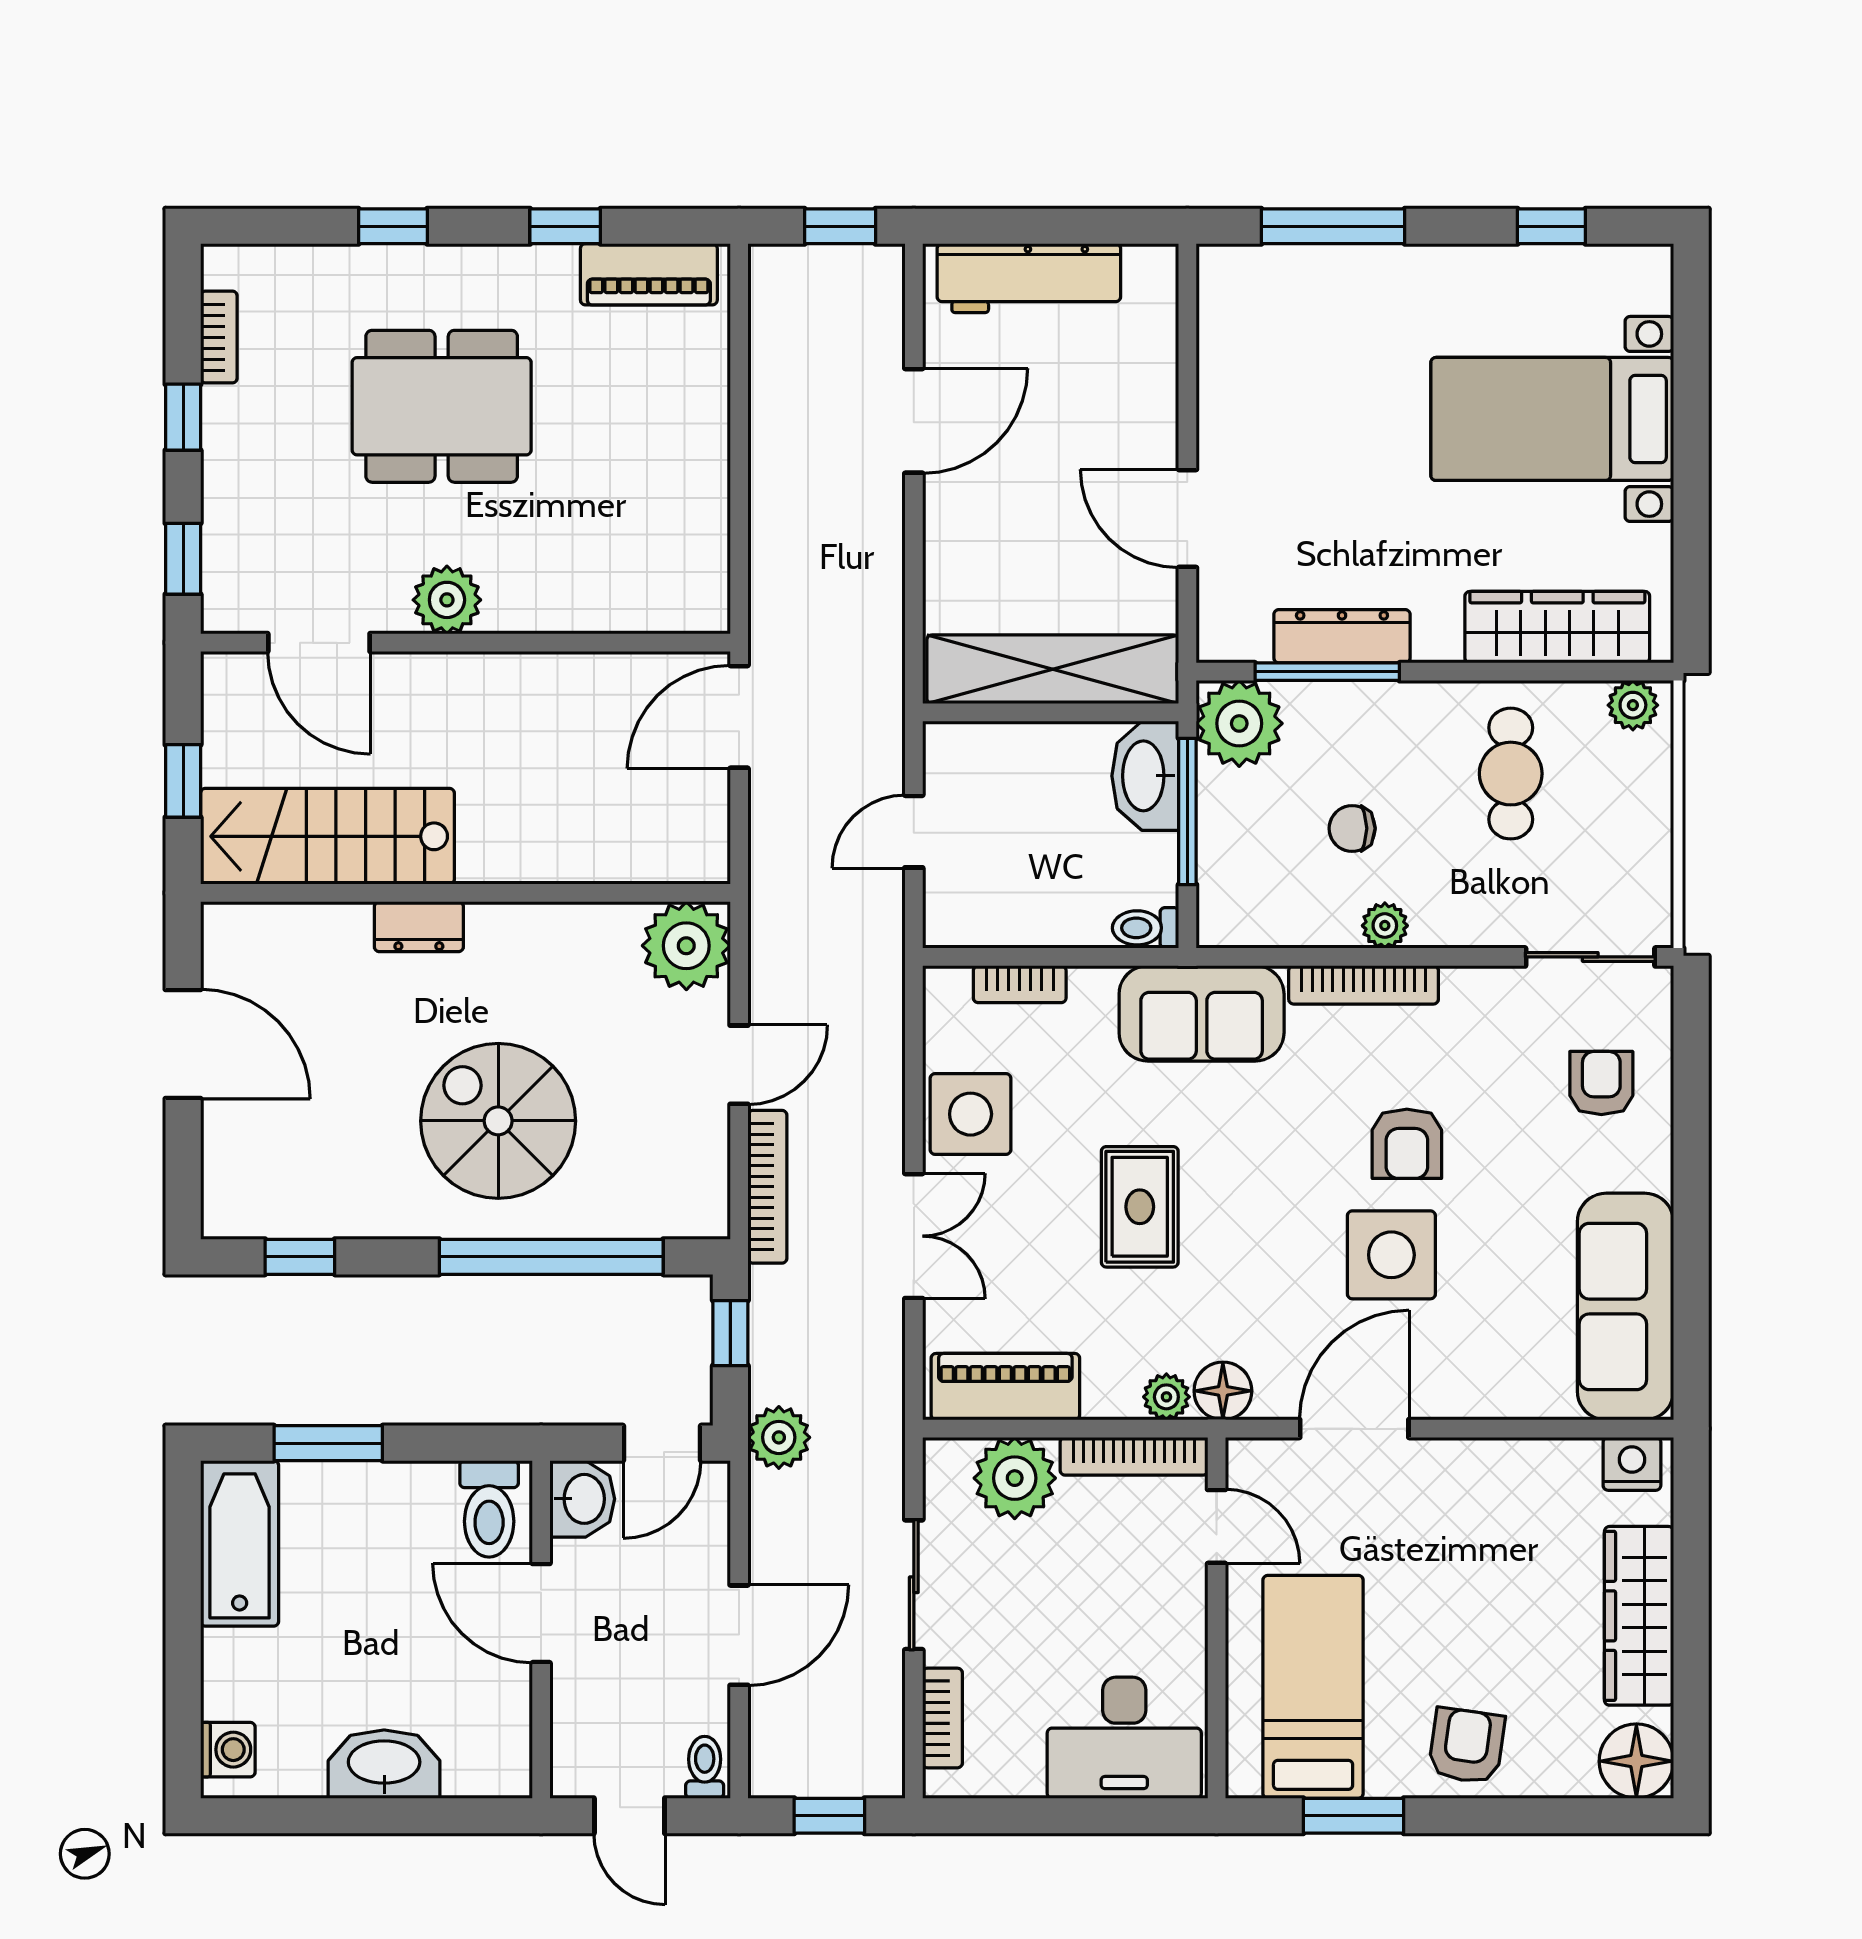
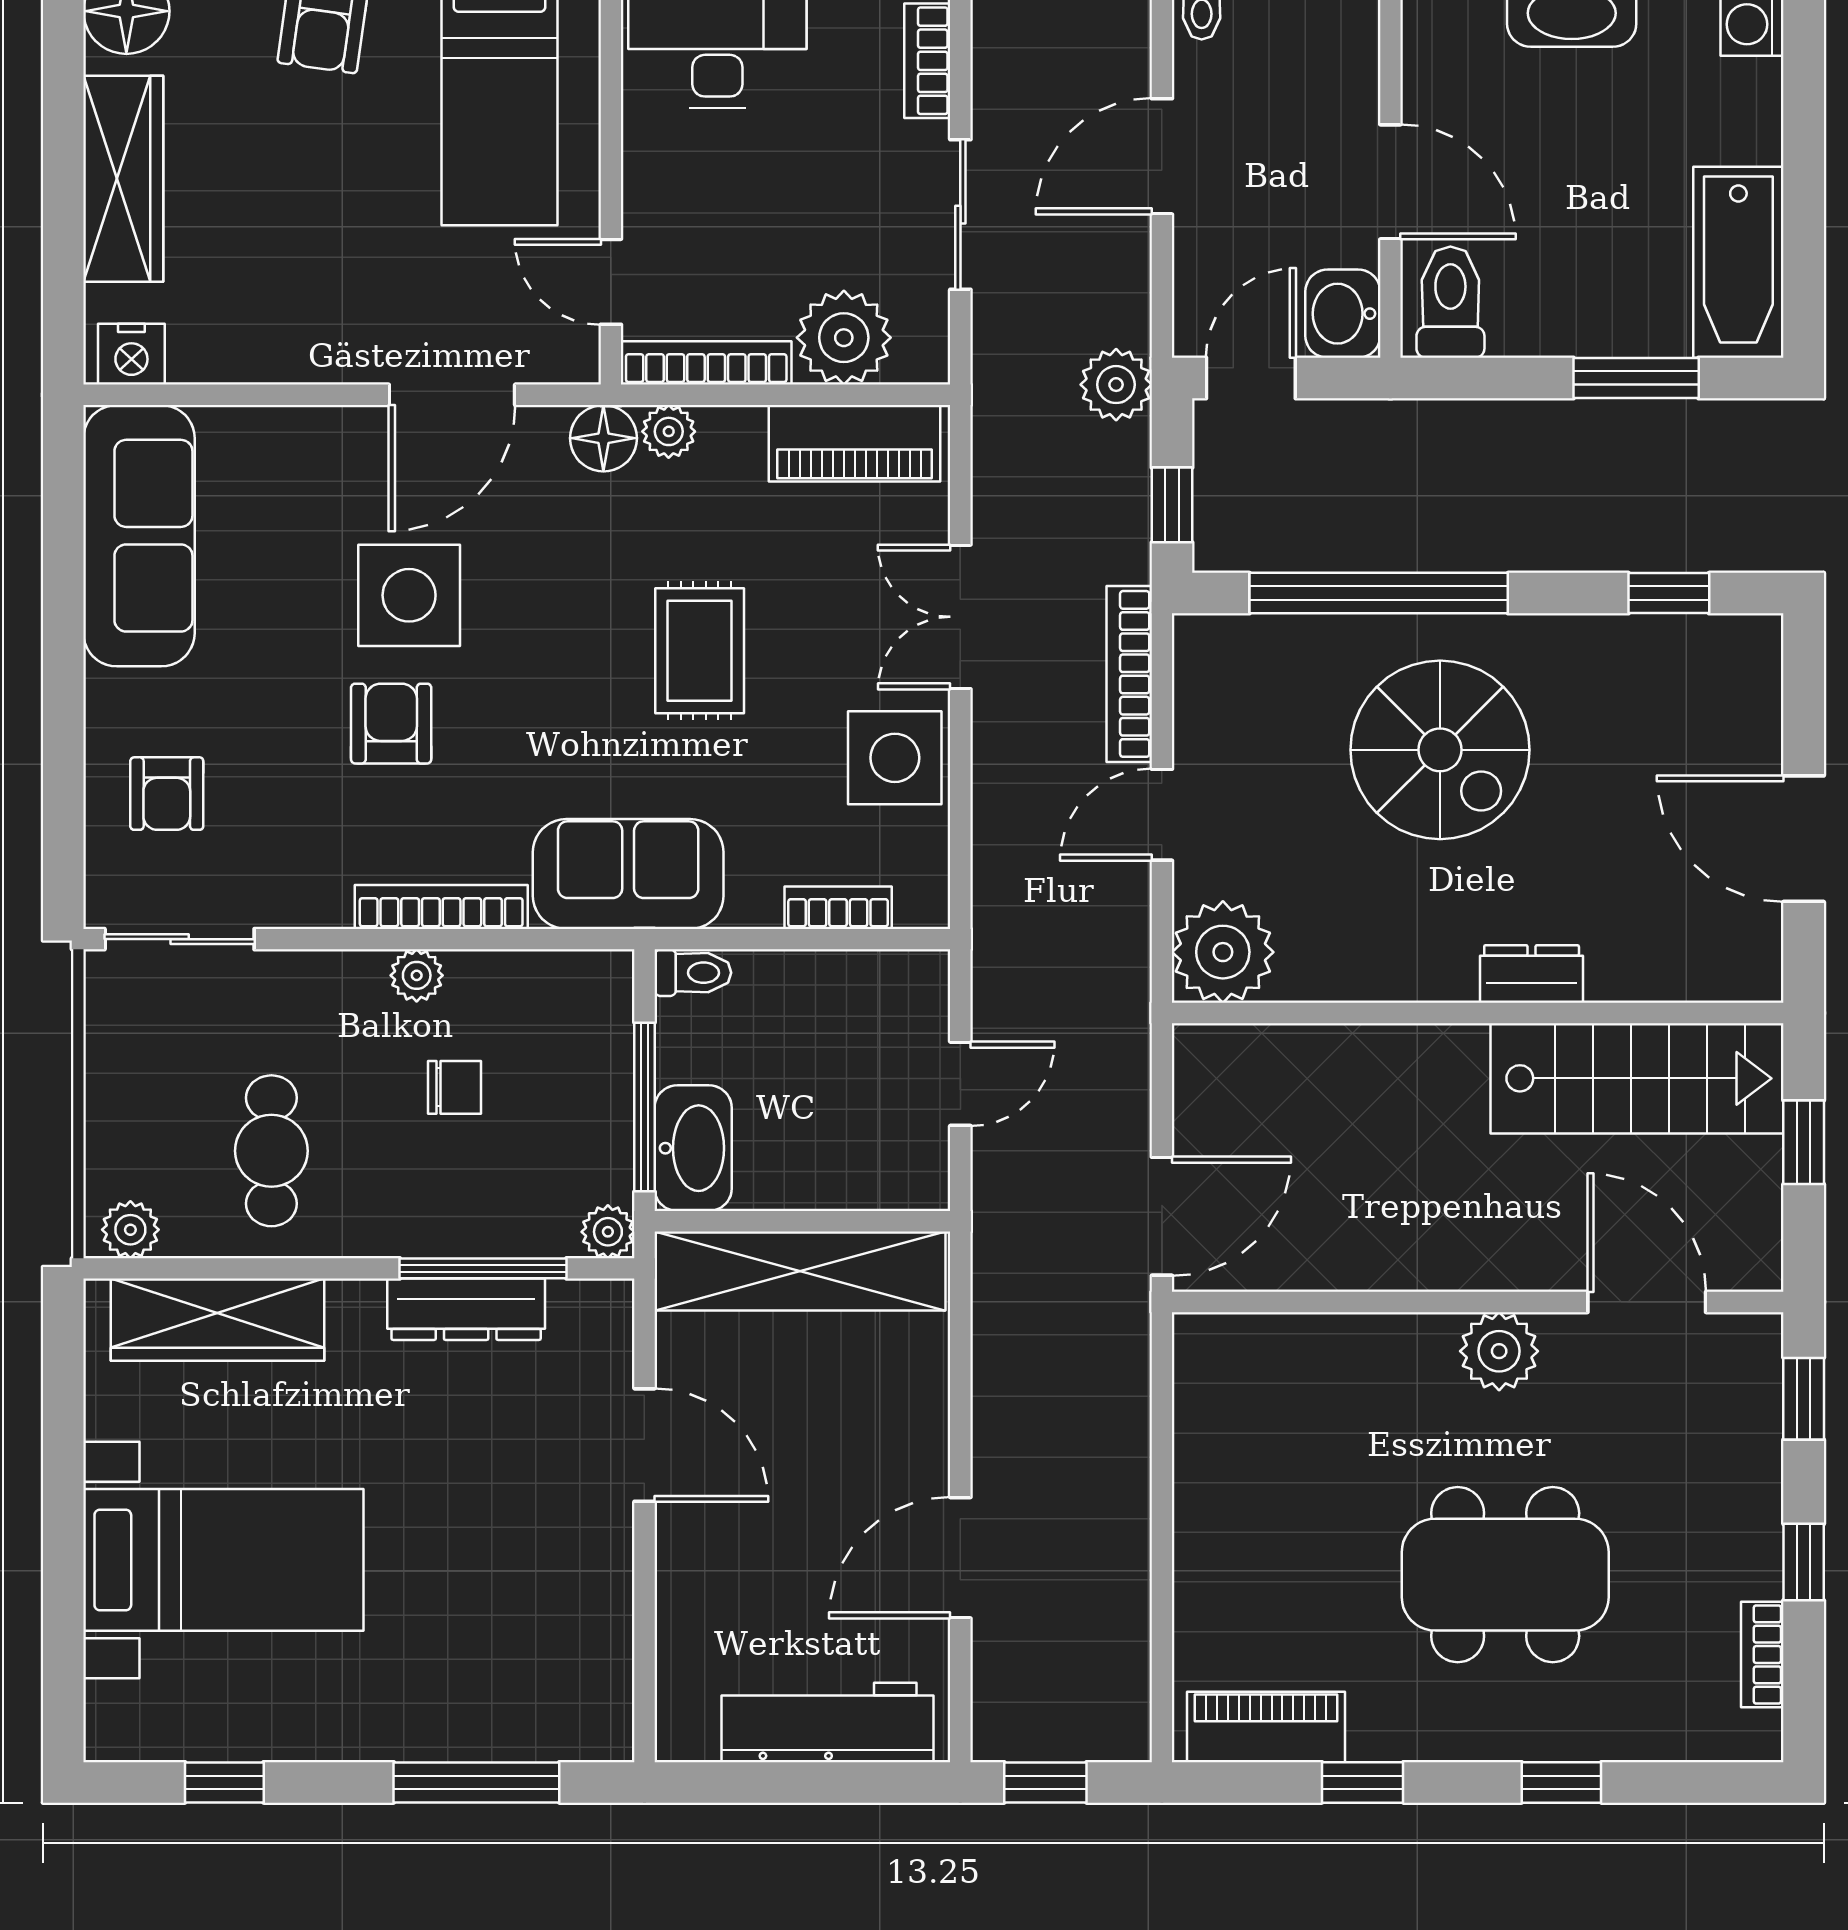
plant: (1239, 723) -> (608, 1232), width x0.53, depth x0.53

